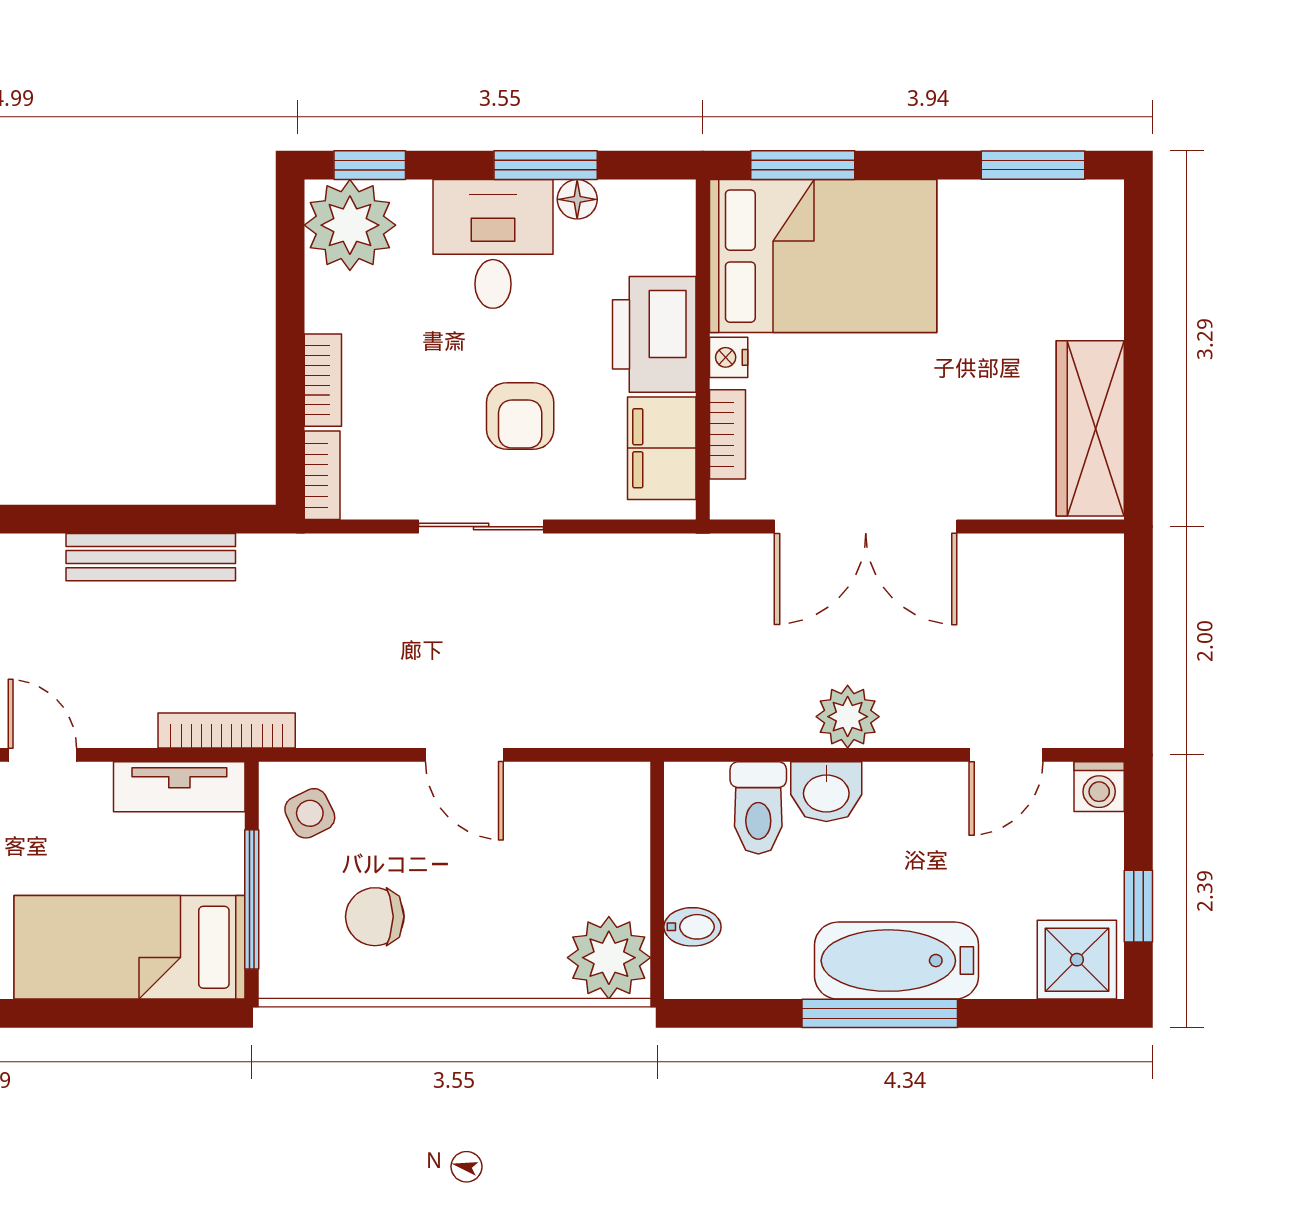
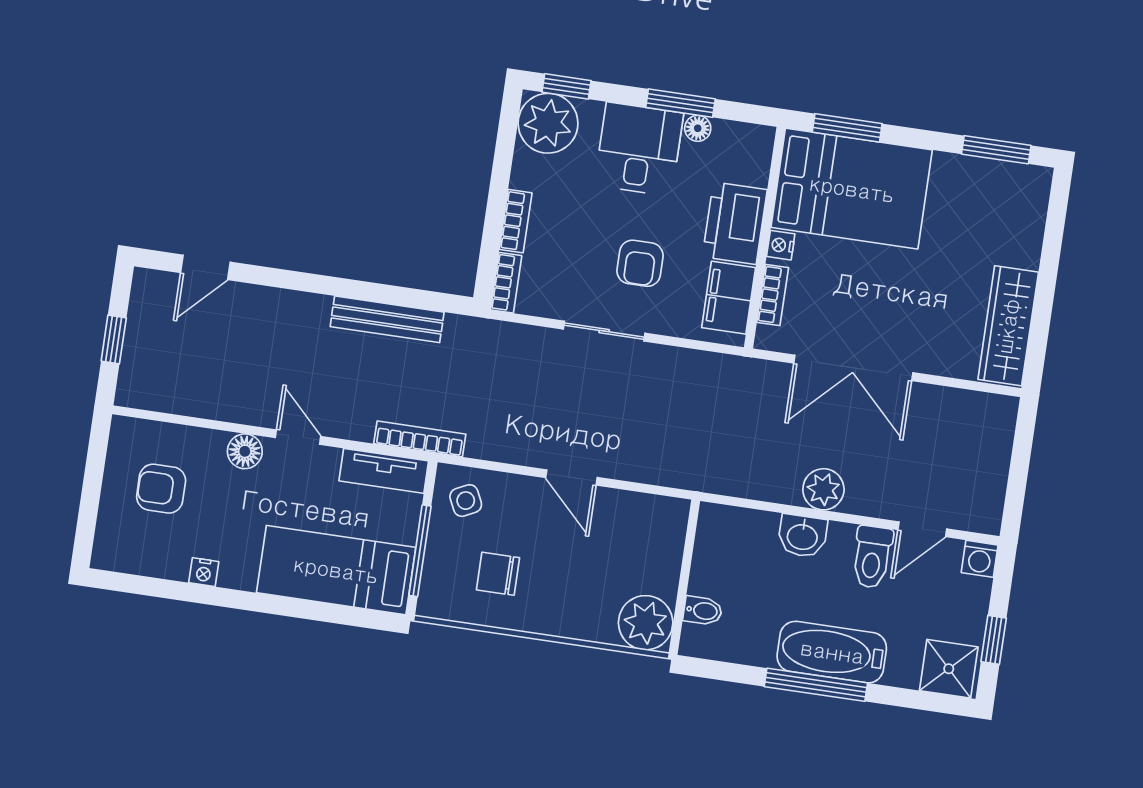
toilet: (758, 808) -> (872, 557), moved

